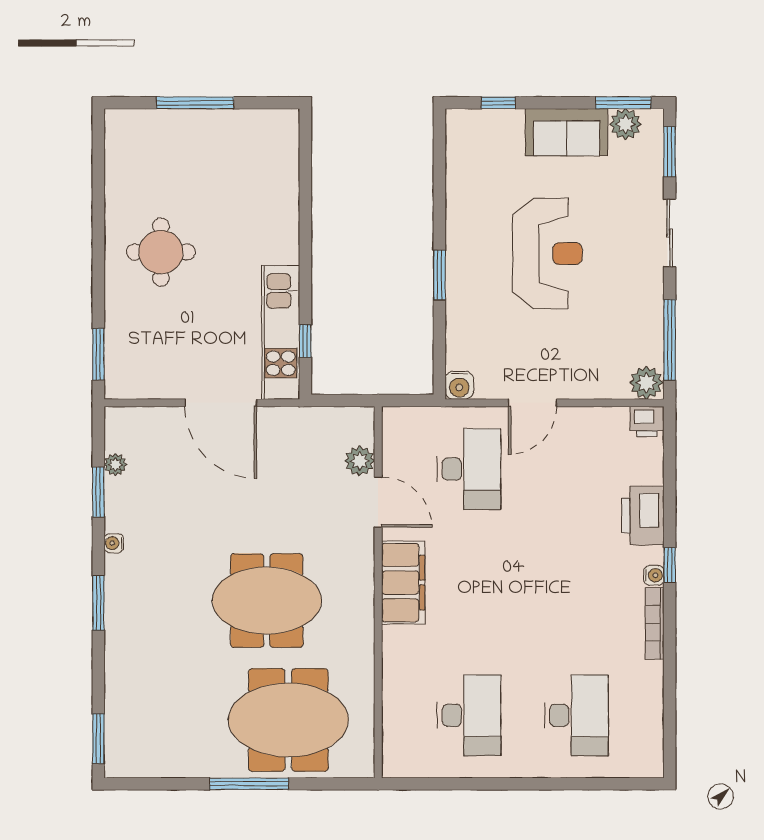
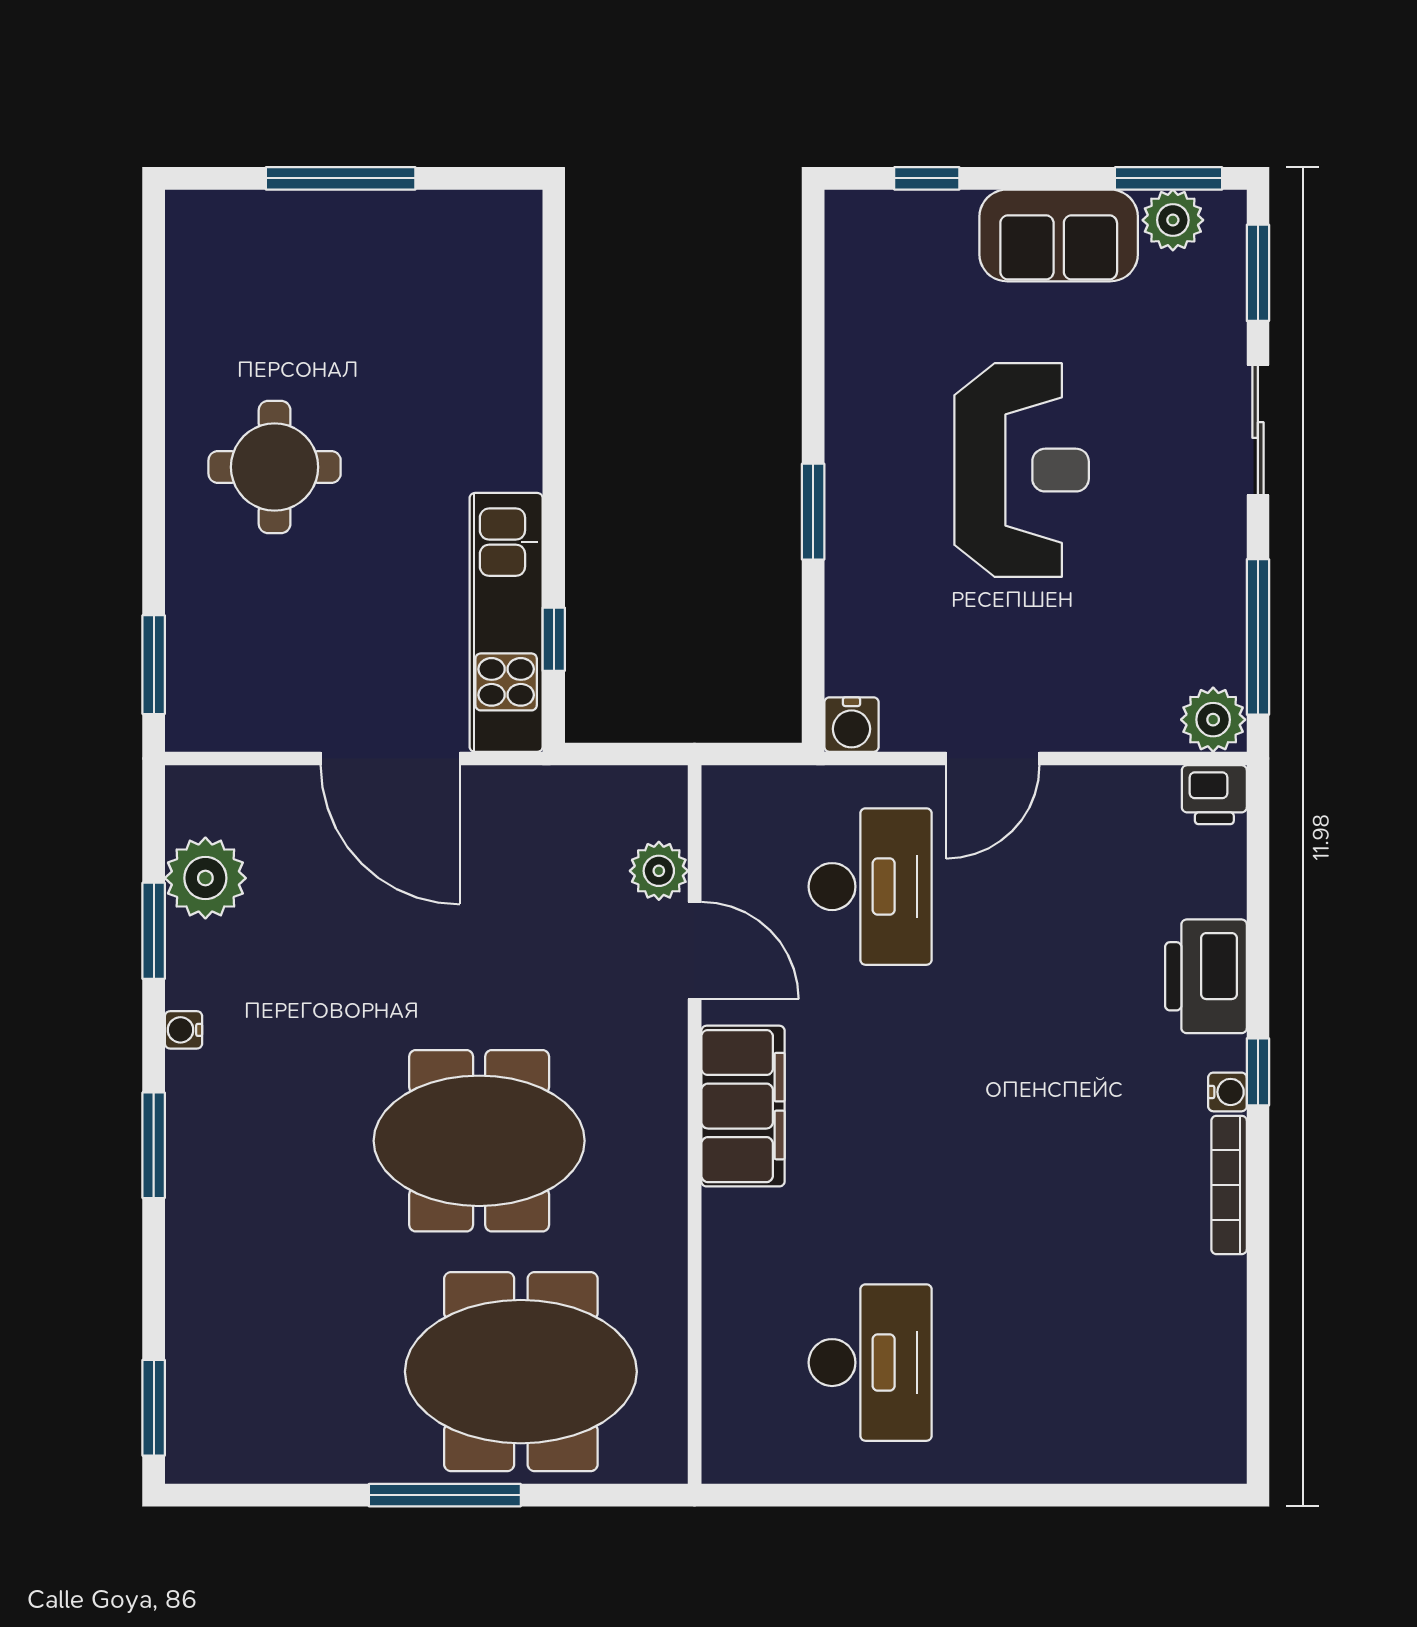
plant: (115, 465) -> (205, 878), width x1.88, depth x1.88
desk: (576, 715) -> (1078, 1363), removed

